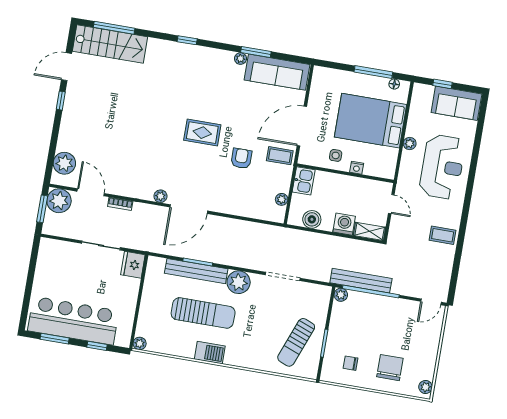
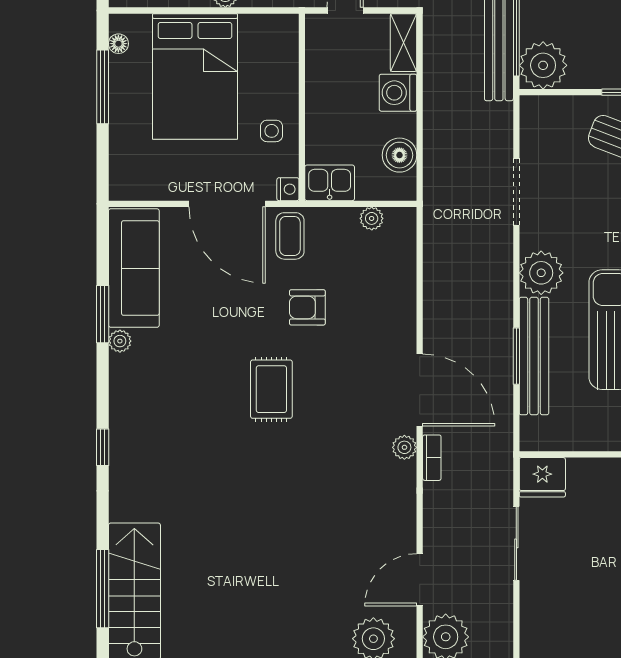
nightstand: (357, 168) -> (288, 189), moved
bookcase: (120, 204) -> (432, 458), moved
plant: (341, 295) -> (543, 65), width x1.87, depth x1.87

